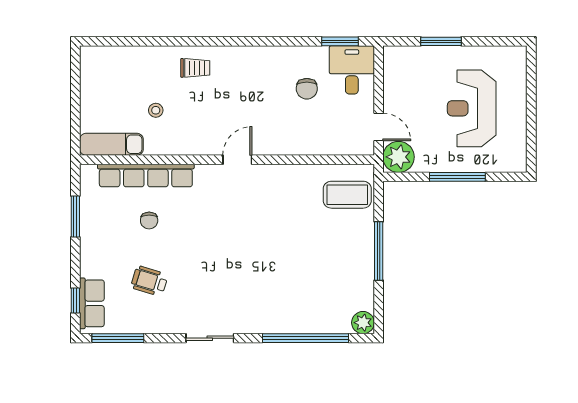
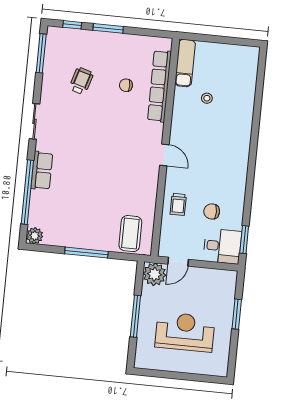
trolley: (195, 68) -> (178, 204), moved
window: (75, 216) -> (108, 28), moved
row of seats: (92, 303) -> (42, 171), moved, turned -90

